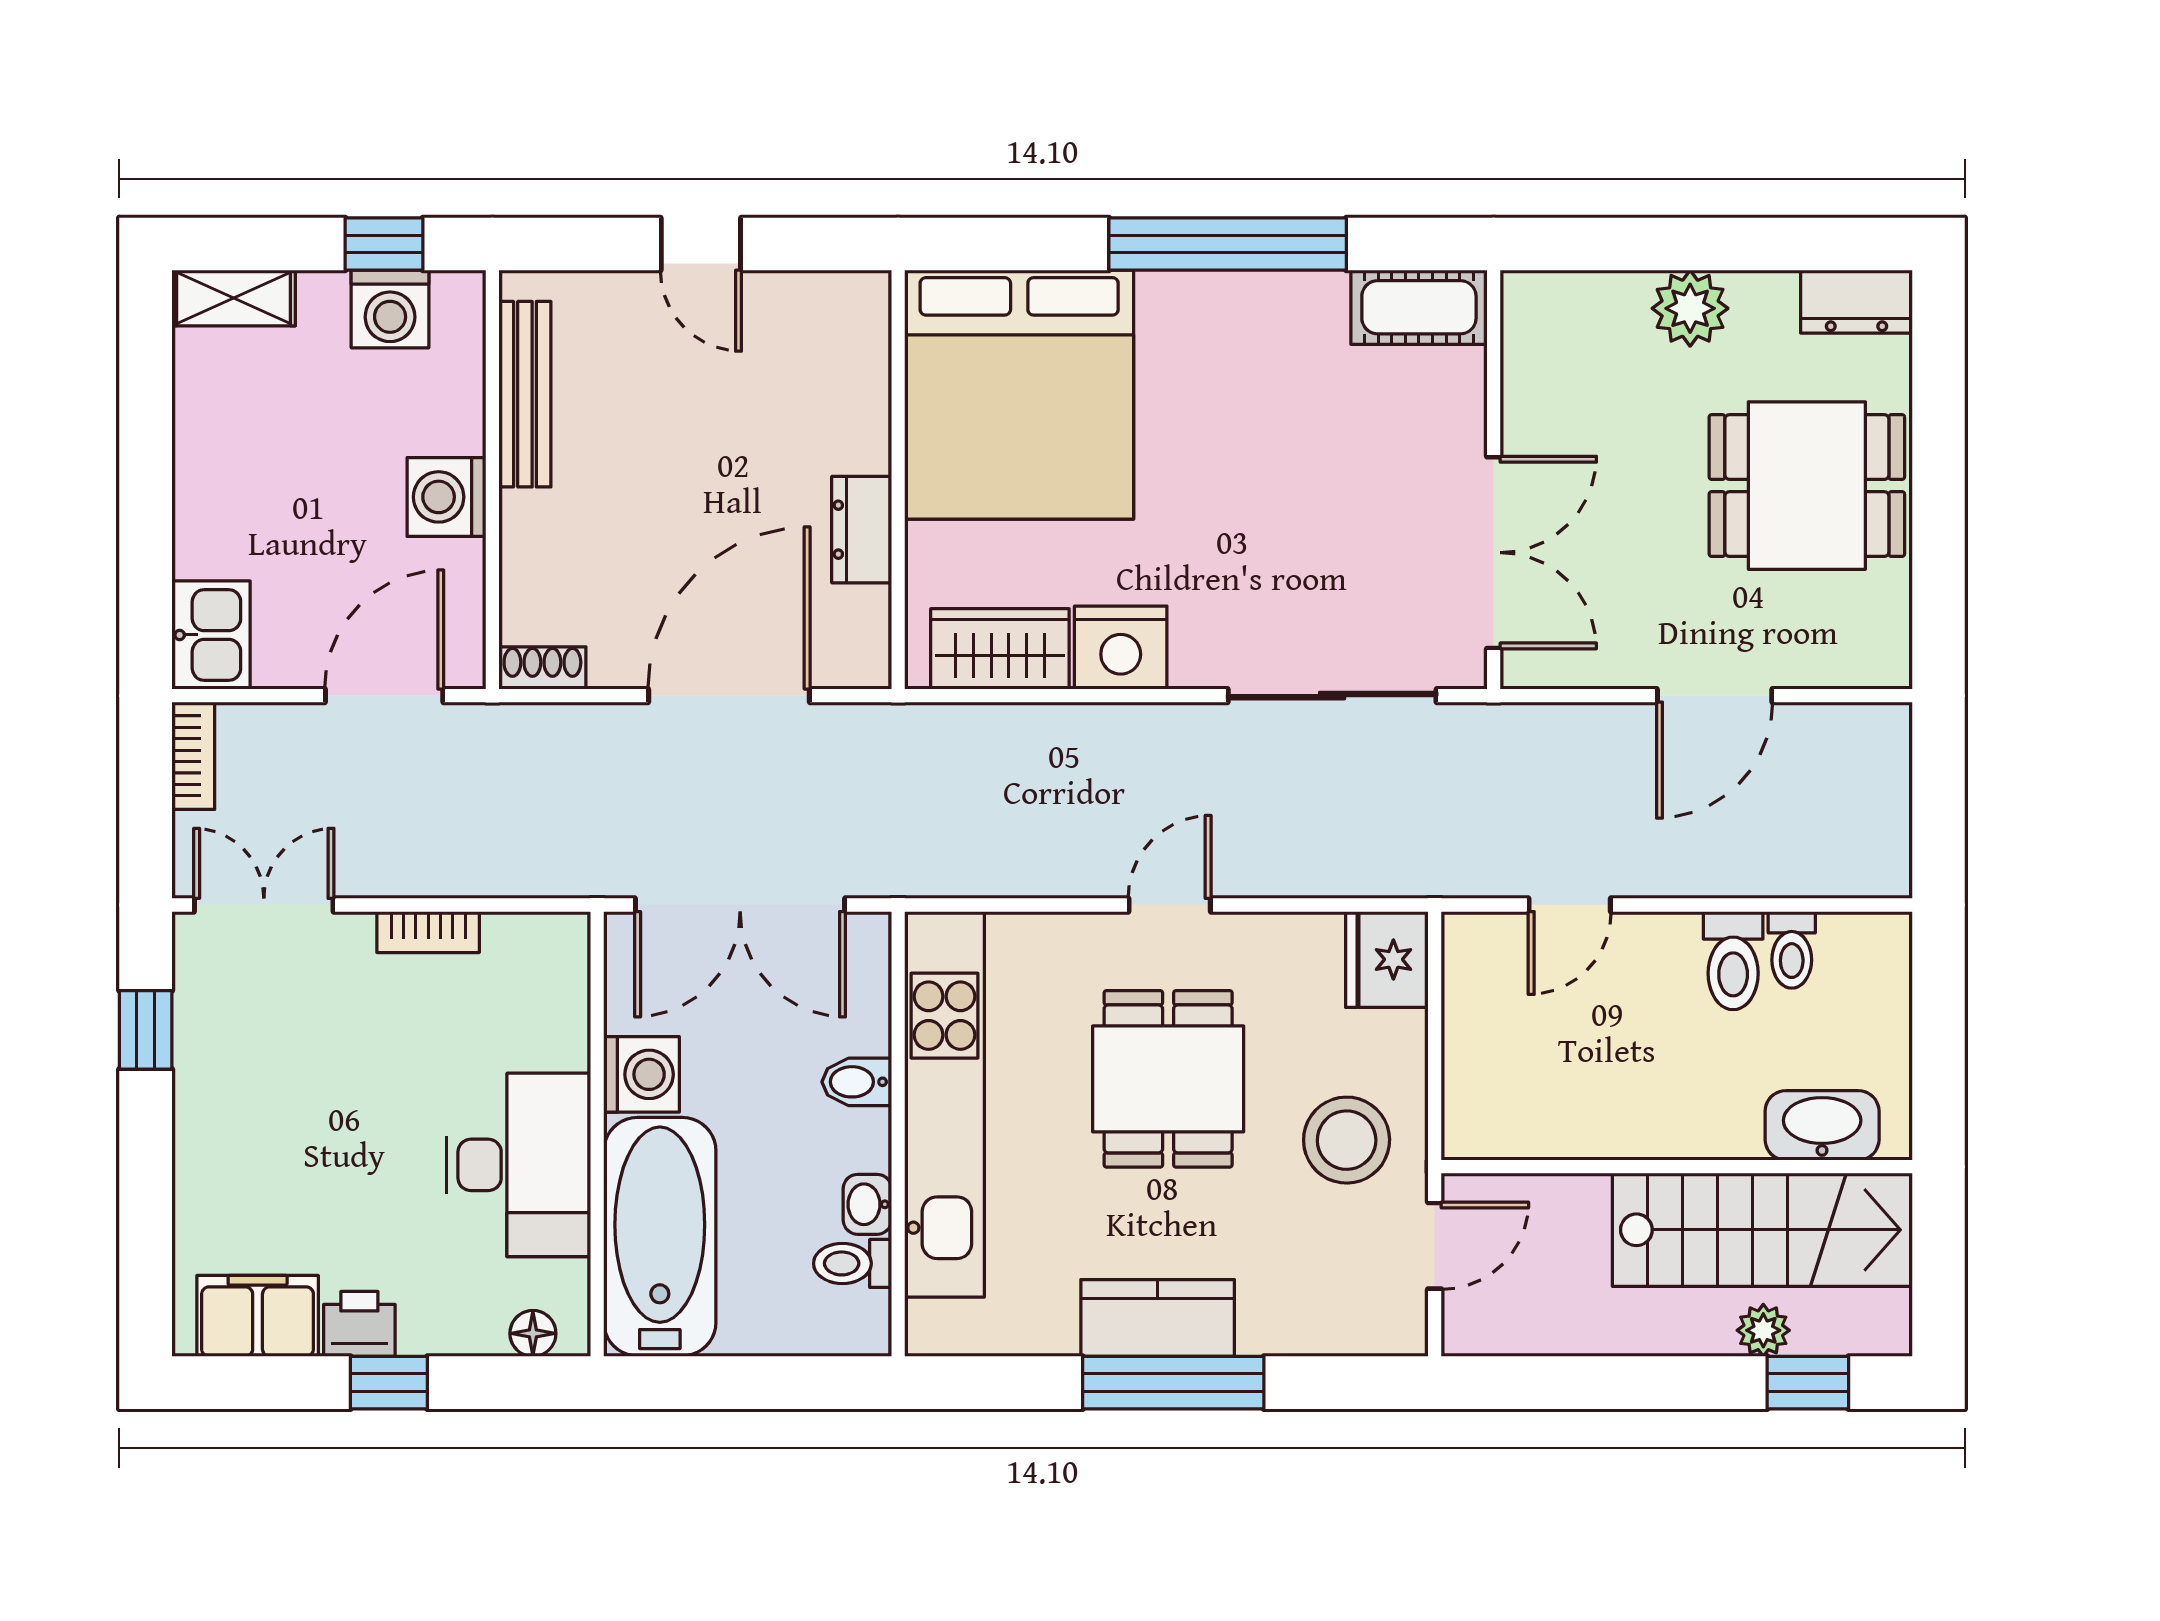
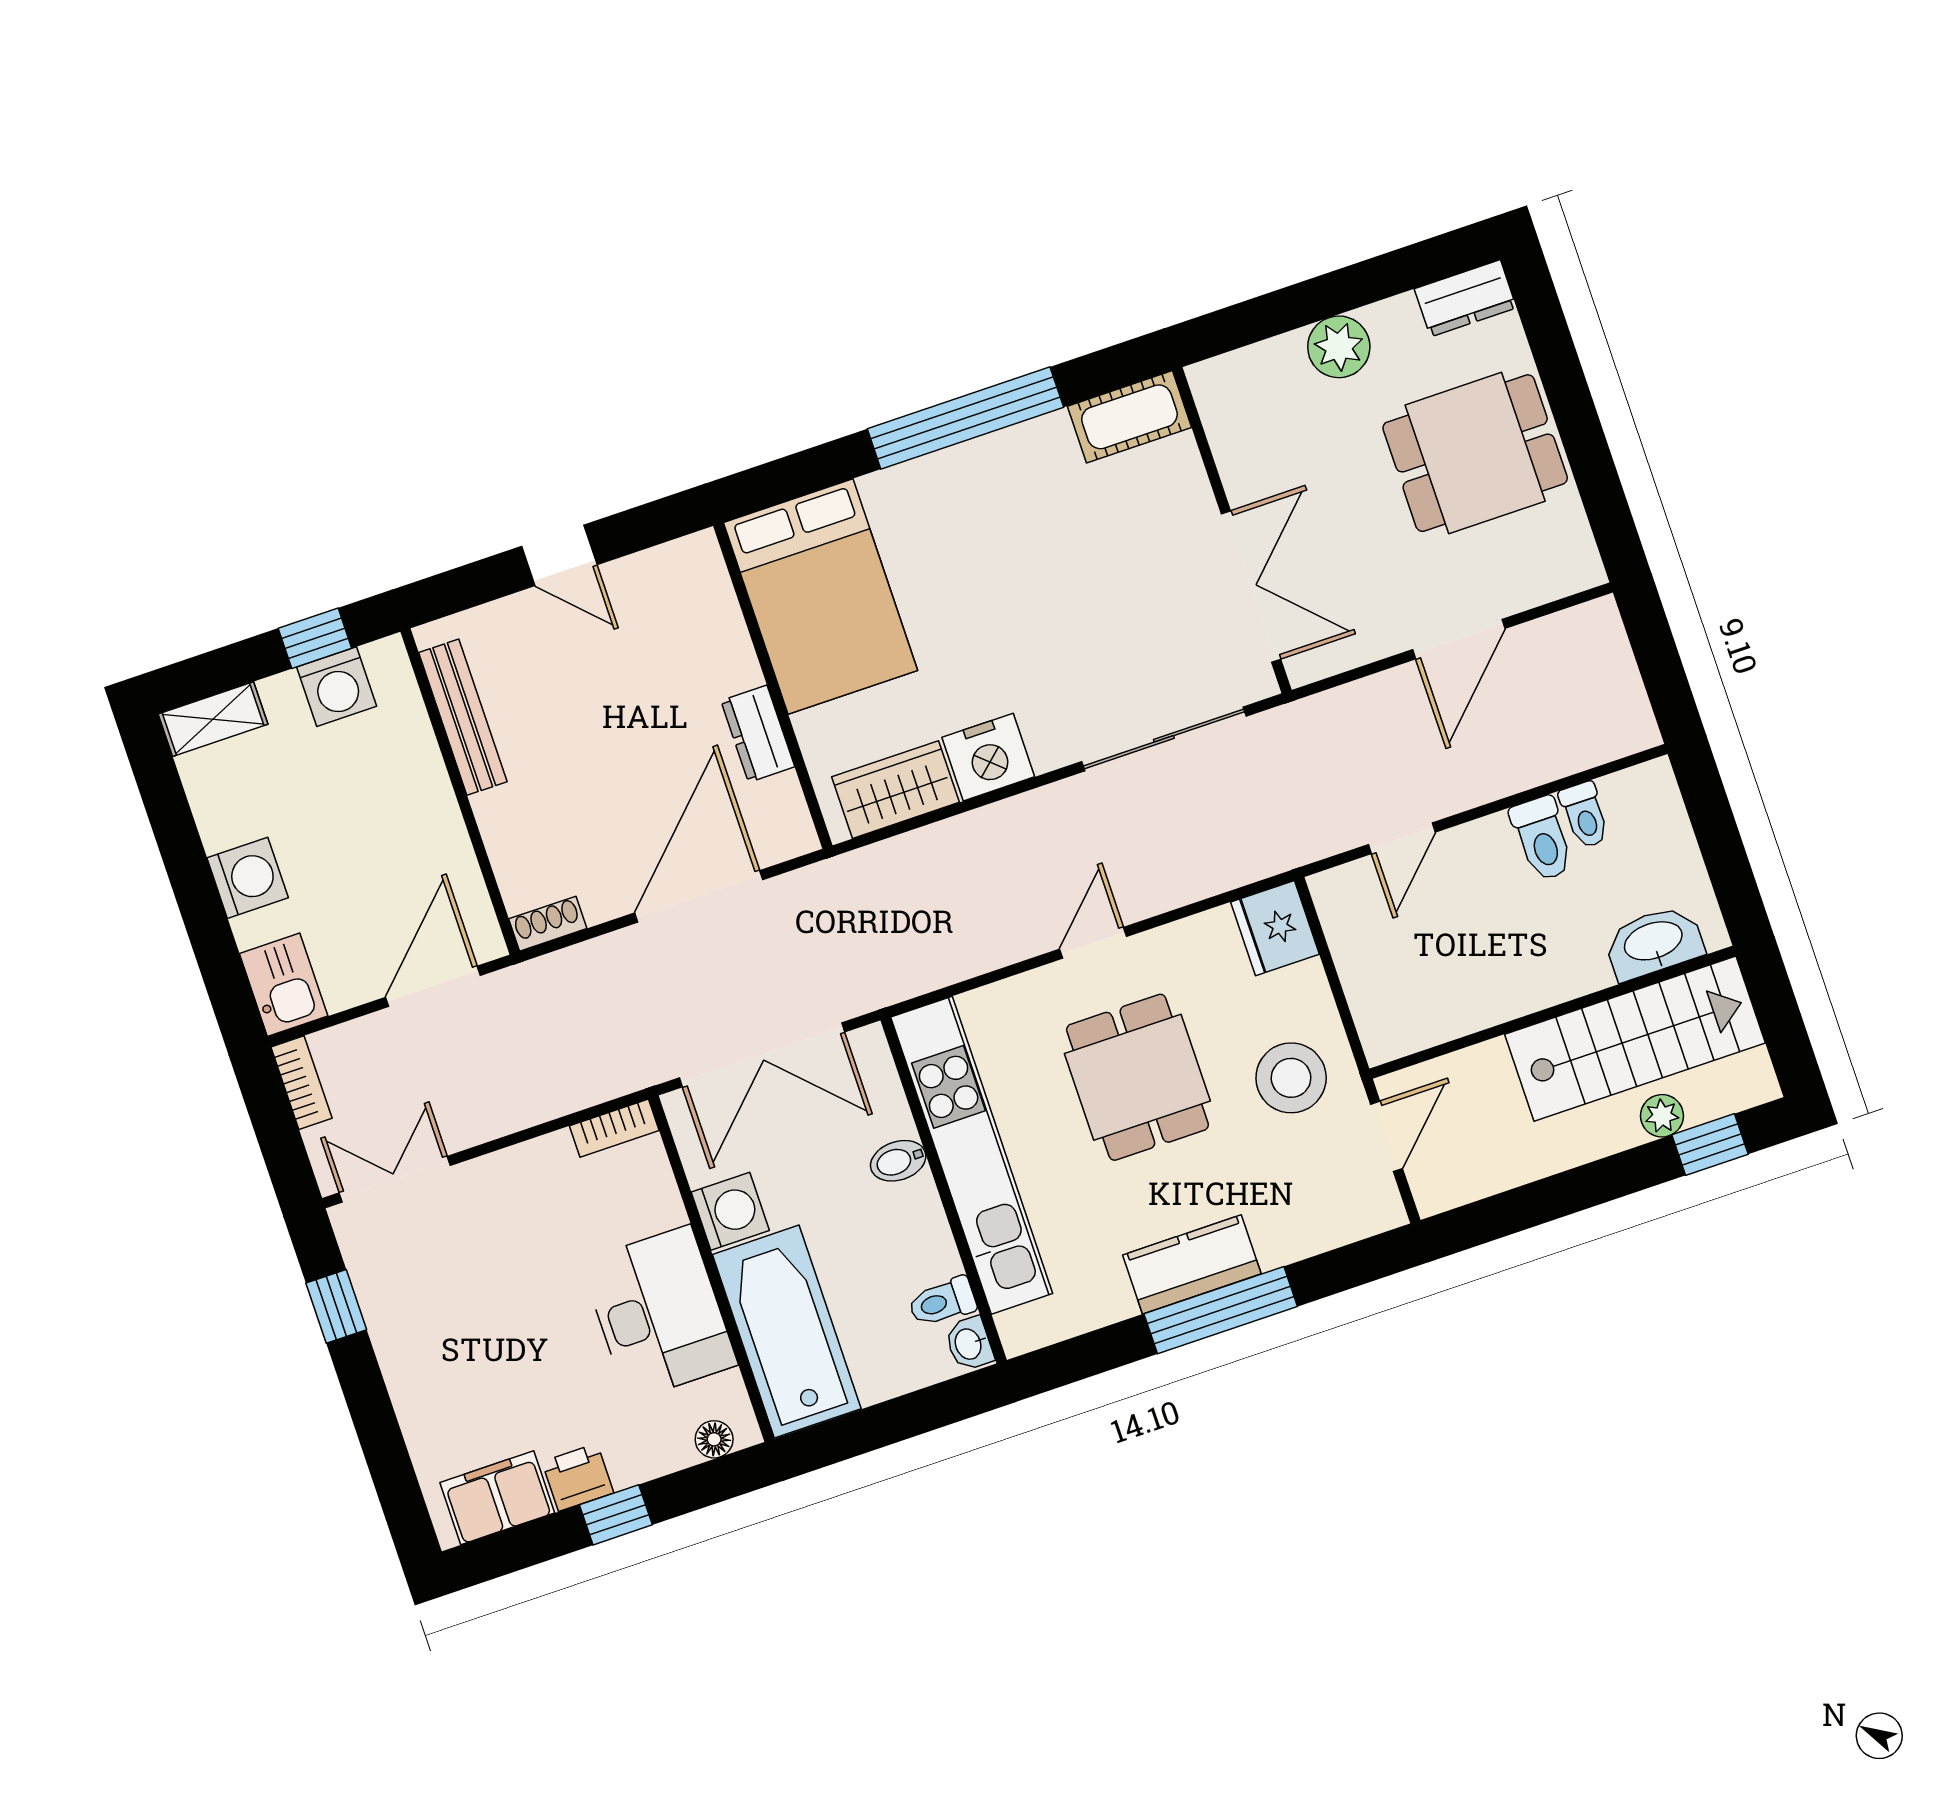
bed: (1019, 395) -> (821, 597), width x0.73
washing machine: (446, 497) -> (248, 878), moved, turned 180
bookcase: (428, 932) -> (614, 1128), moved
washbasin: (867, 1204) -> (969, 1344), moved

